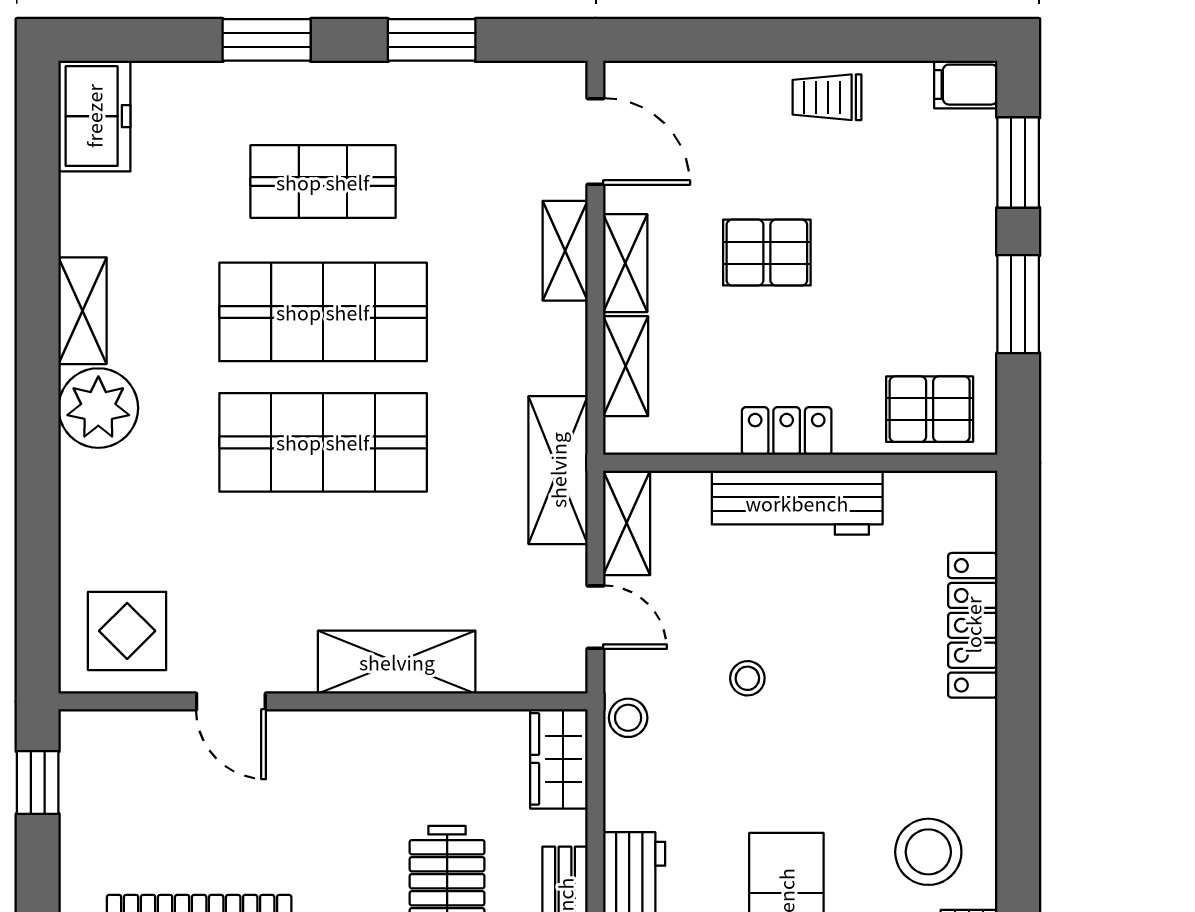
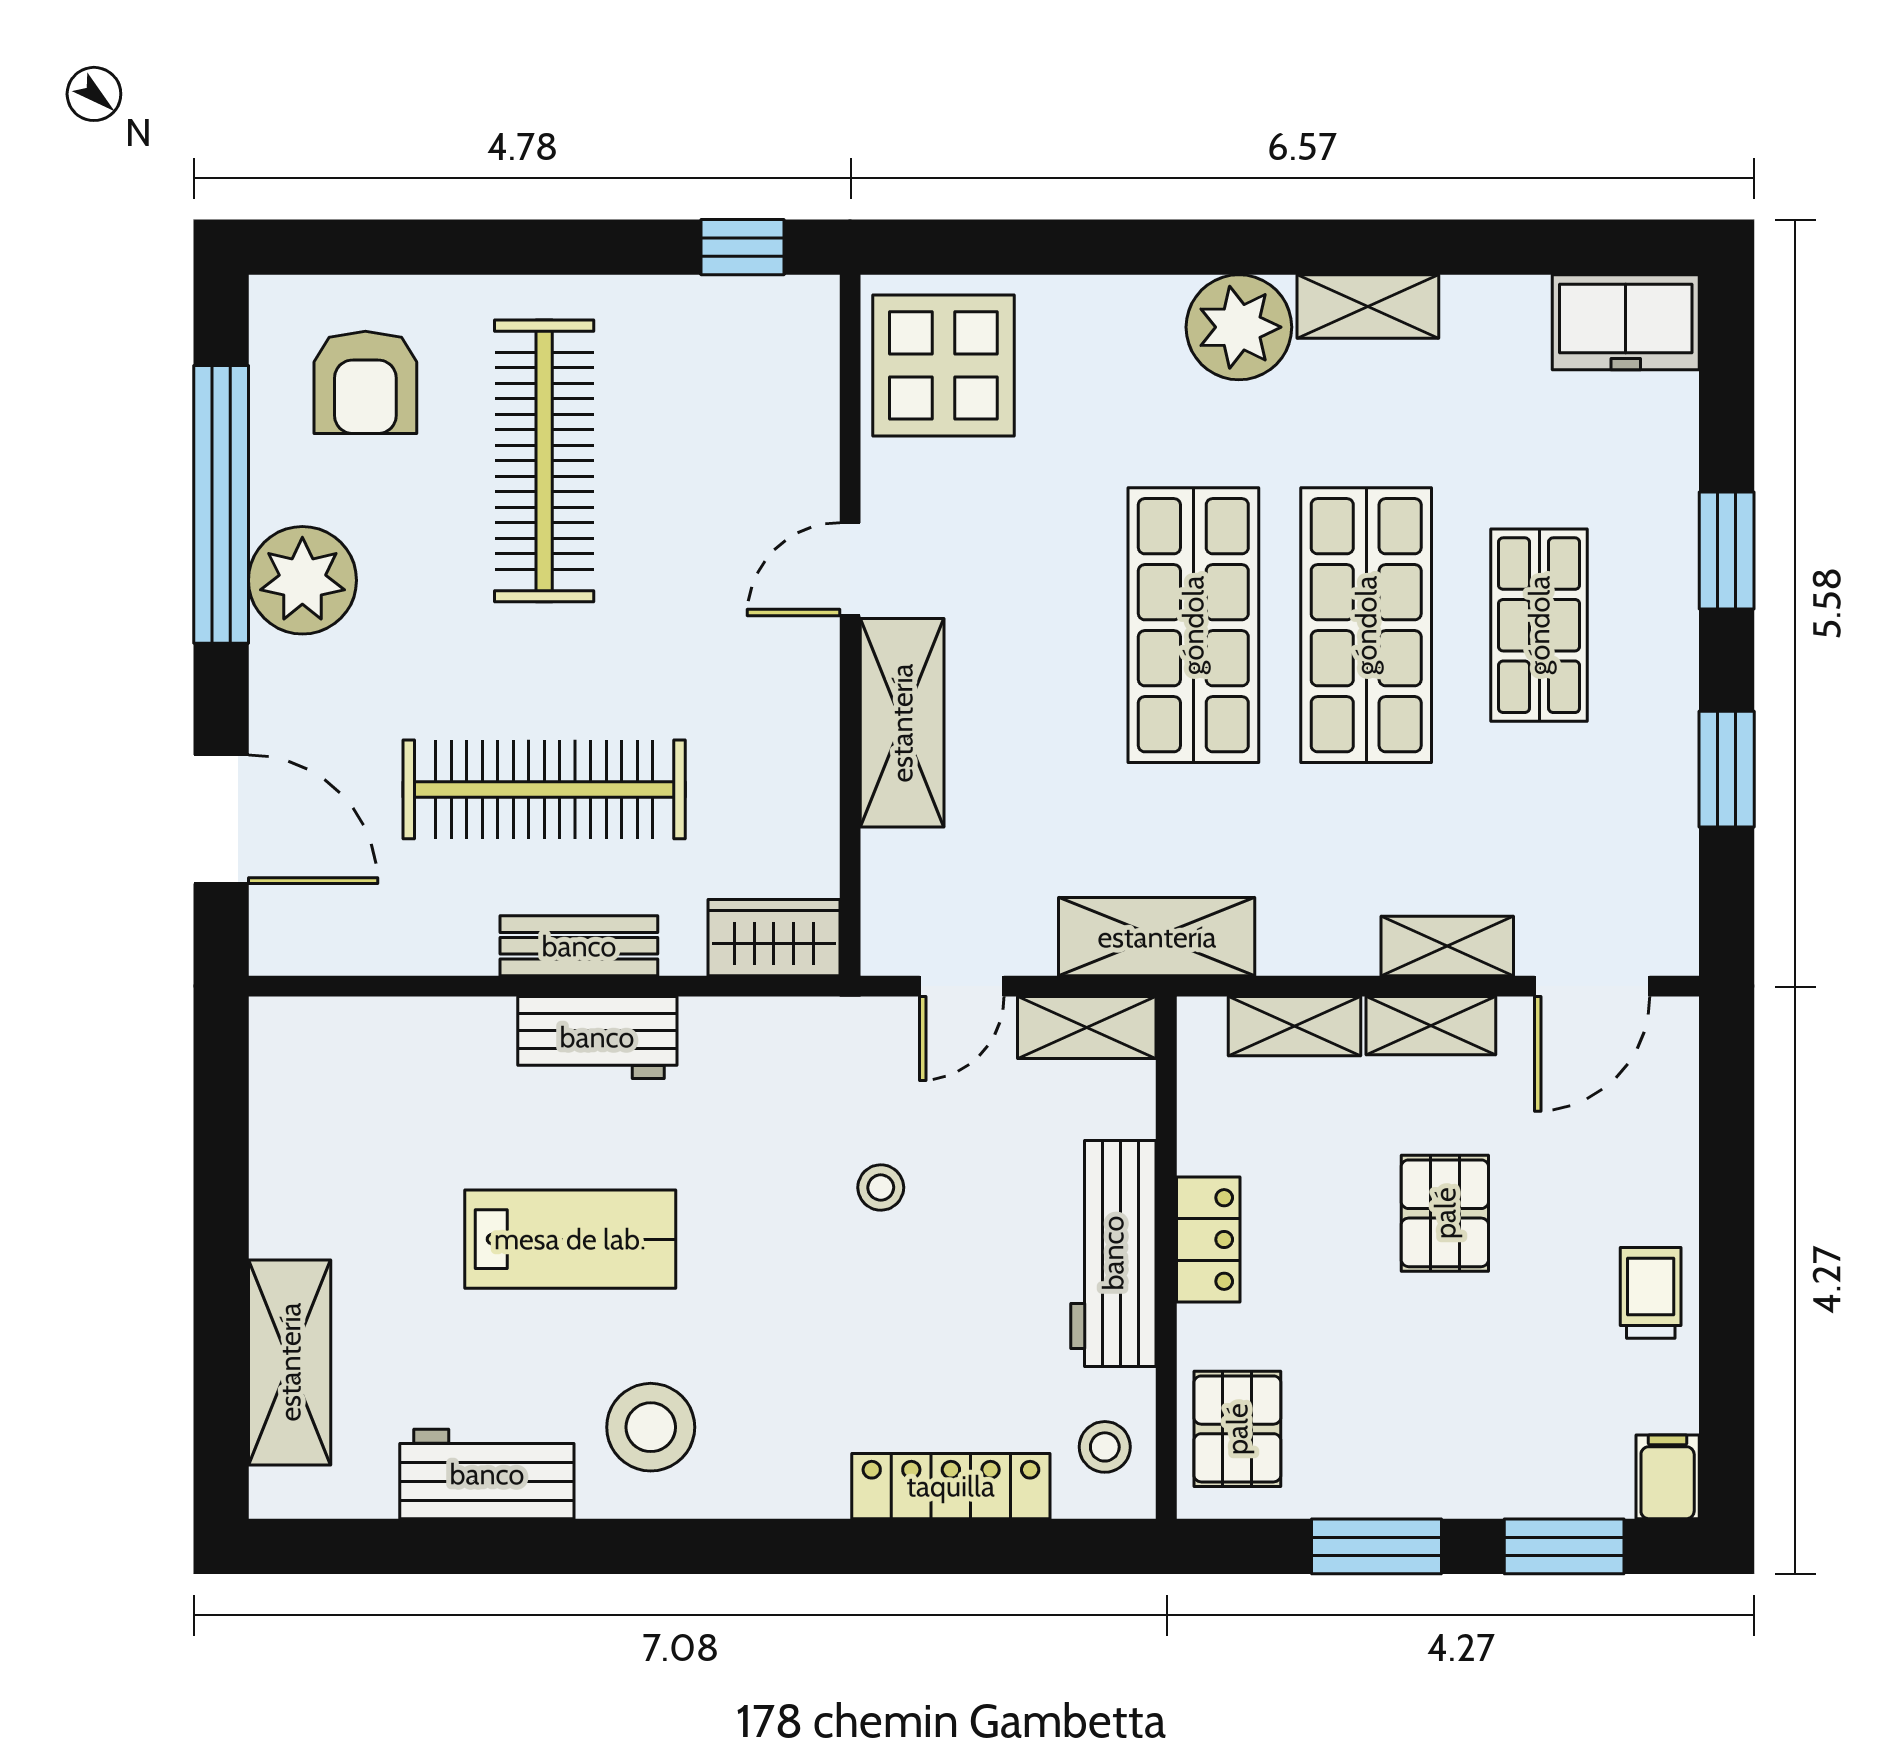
display table: (127, 631) -> (943, 365), width x1.36, depth x1.36
door: (231, 701) -> (850, 569), moved
stool: (628, 718) -> (1105, 1447), moved

